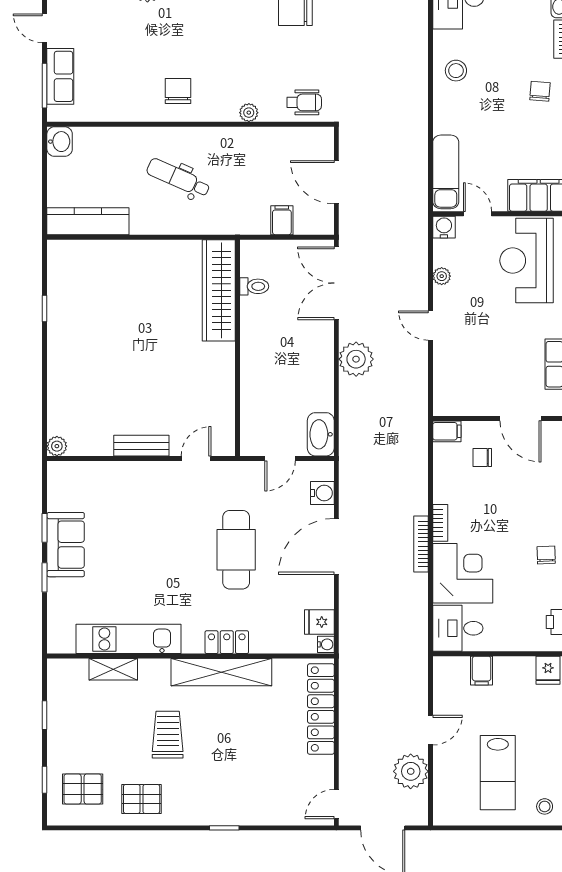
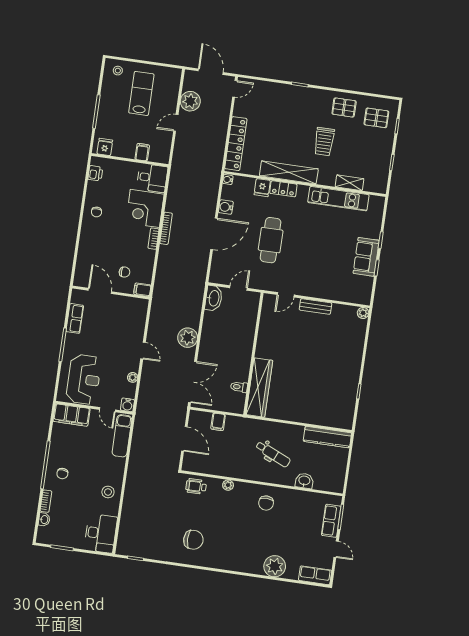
washbasin: (60, 142) -> (304, 481), moved, turned 90
water cooler: (322, 493) -> (226, 207), moved
fridge: (319, 622) -> (262, 188), moved, turned 90

